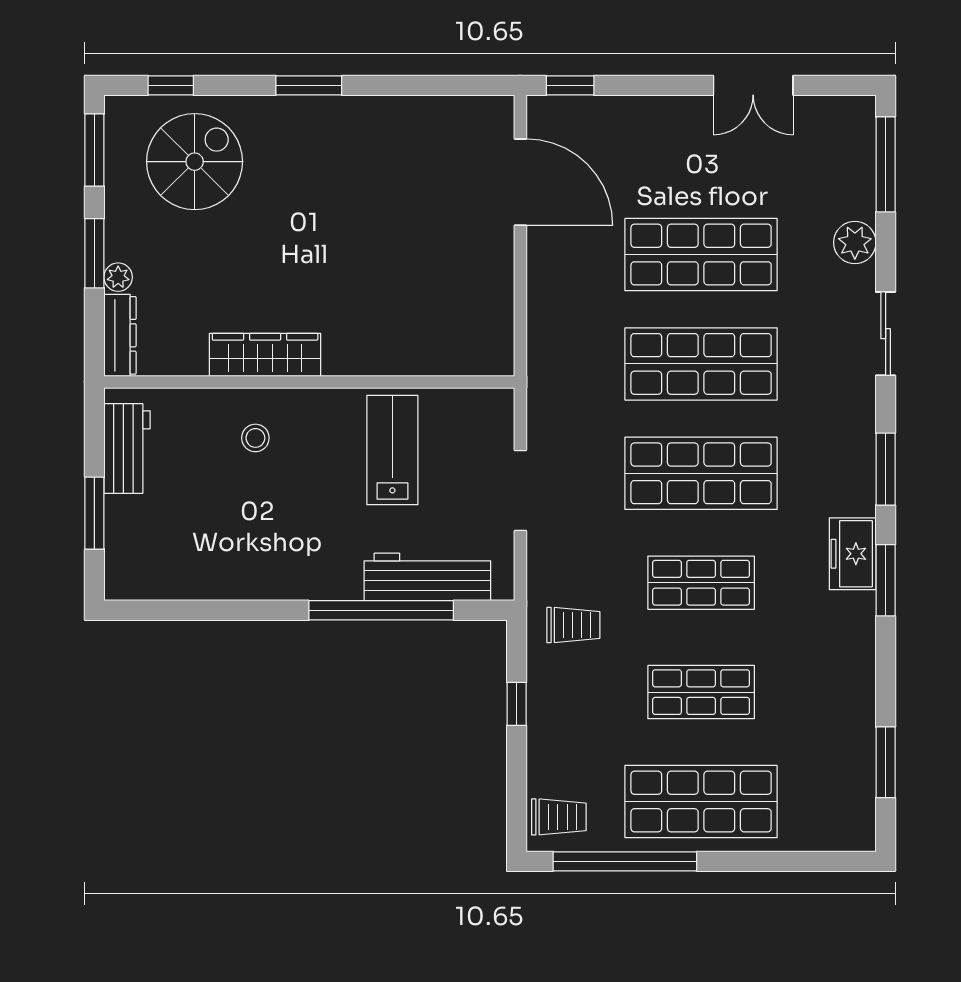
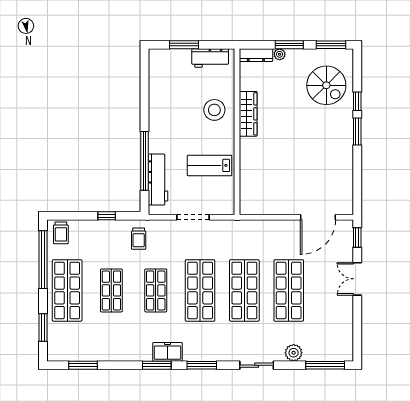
window: (171, 85) -> (357, 101), moved
double door: (753, 85) -> (357, 279), moved
stool: (255, 438) -> (214, 110), width x1.89, depth x1.89
lab bench: (392, 450) -> (210, 165), turned 180
window: (793, 861) -> (43, 328), added

